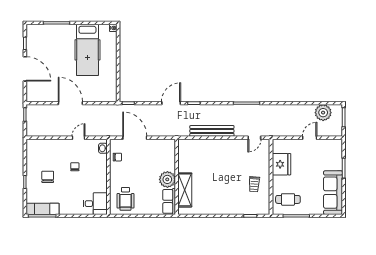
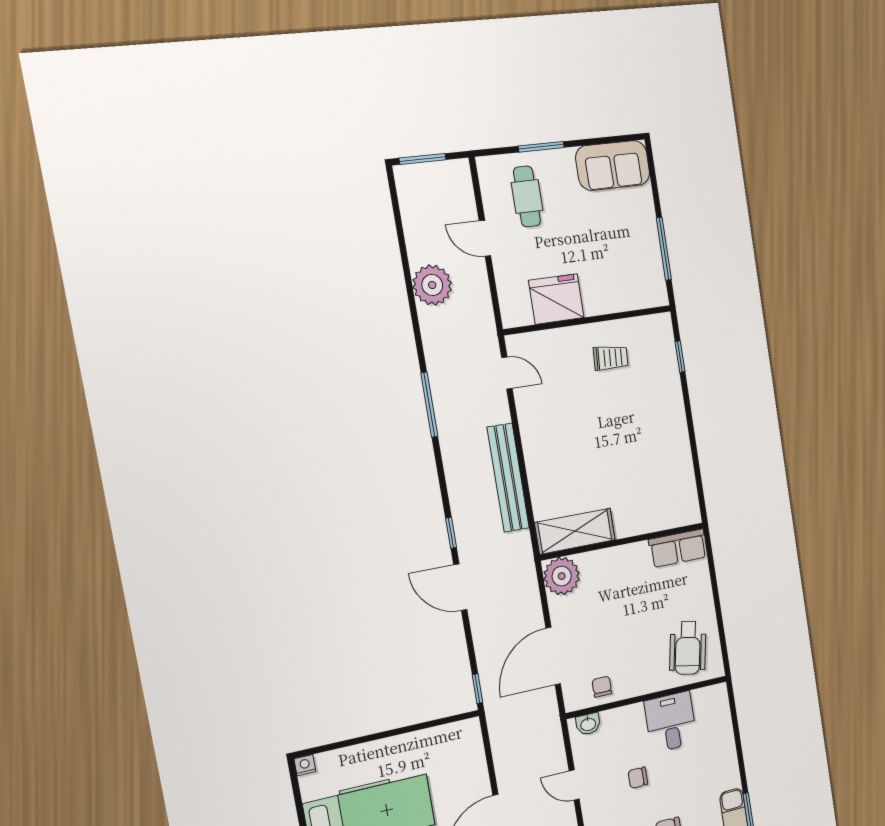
plant: (323, 113) -> (432, 285), moved
plant: (167, 179) -> (562, 576), moved
shelving: (185, 190) -> (575, 531), moved
sofa: (333, 193) -> (613, 165), width x0.73
wheelchair: (125, 199) -> (688, 648), turned 101
cafe table: (288, 199) -> (527, 196), moved
desk: (95, 204) -> (671, 722), moved

